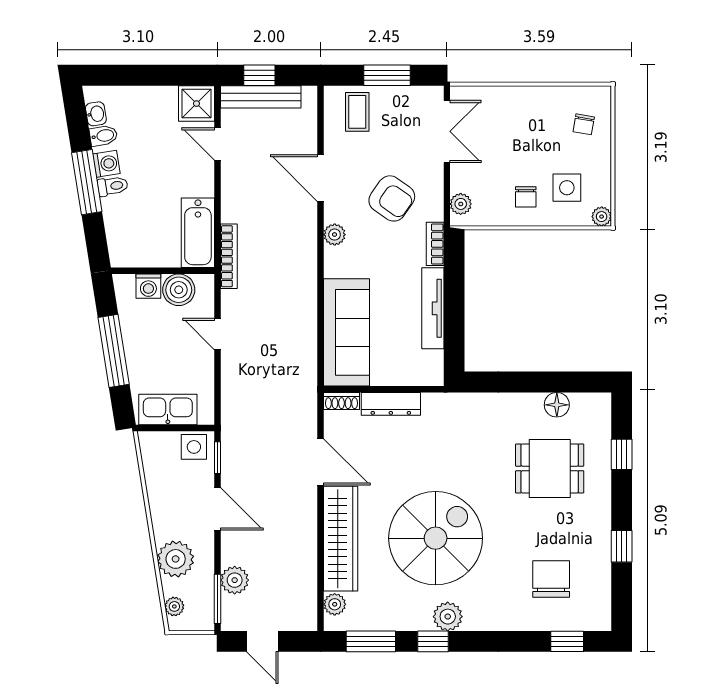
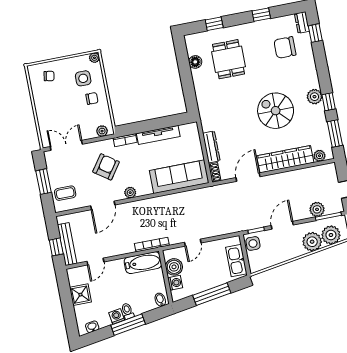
shower: (196, 104) -> (80, 295), moved
bidet: (103, 136) -> (160, 300), moved
spiral stairs: (436, 538) -> (276, 111), width x0.73, depth x0.73
plant: (174, 606) -> (331, 235), width x1.87, depth x1.87
dresser: (592, 620) -> (302, 23), added

